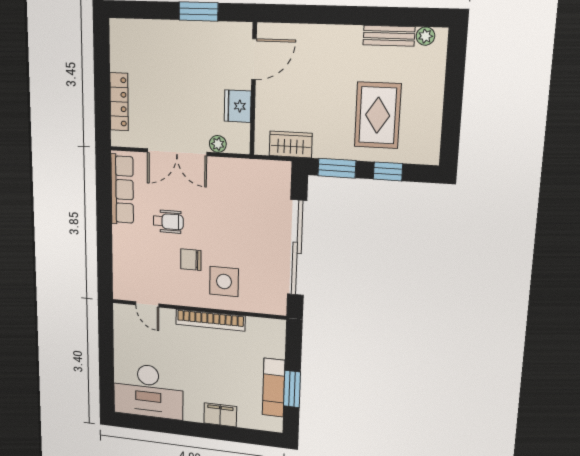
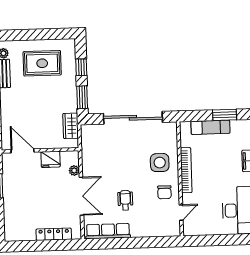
rug: (378, 115) -> (42, 63), moved
chair: (191, 260) -> (164, 192), moved
exam couch: (274, 388) -> (211, 127), moved

